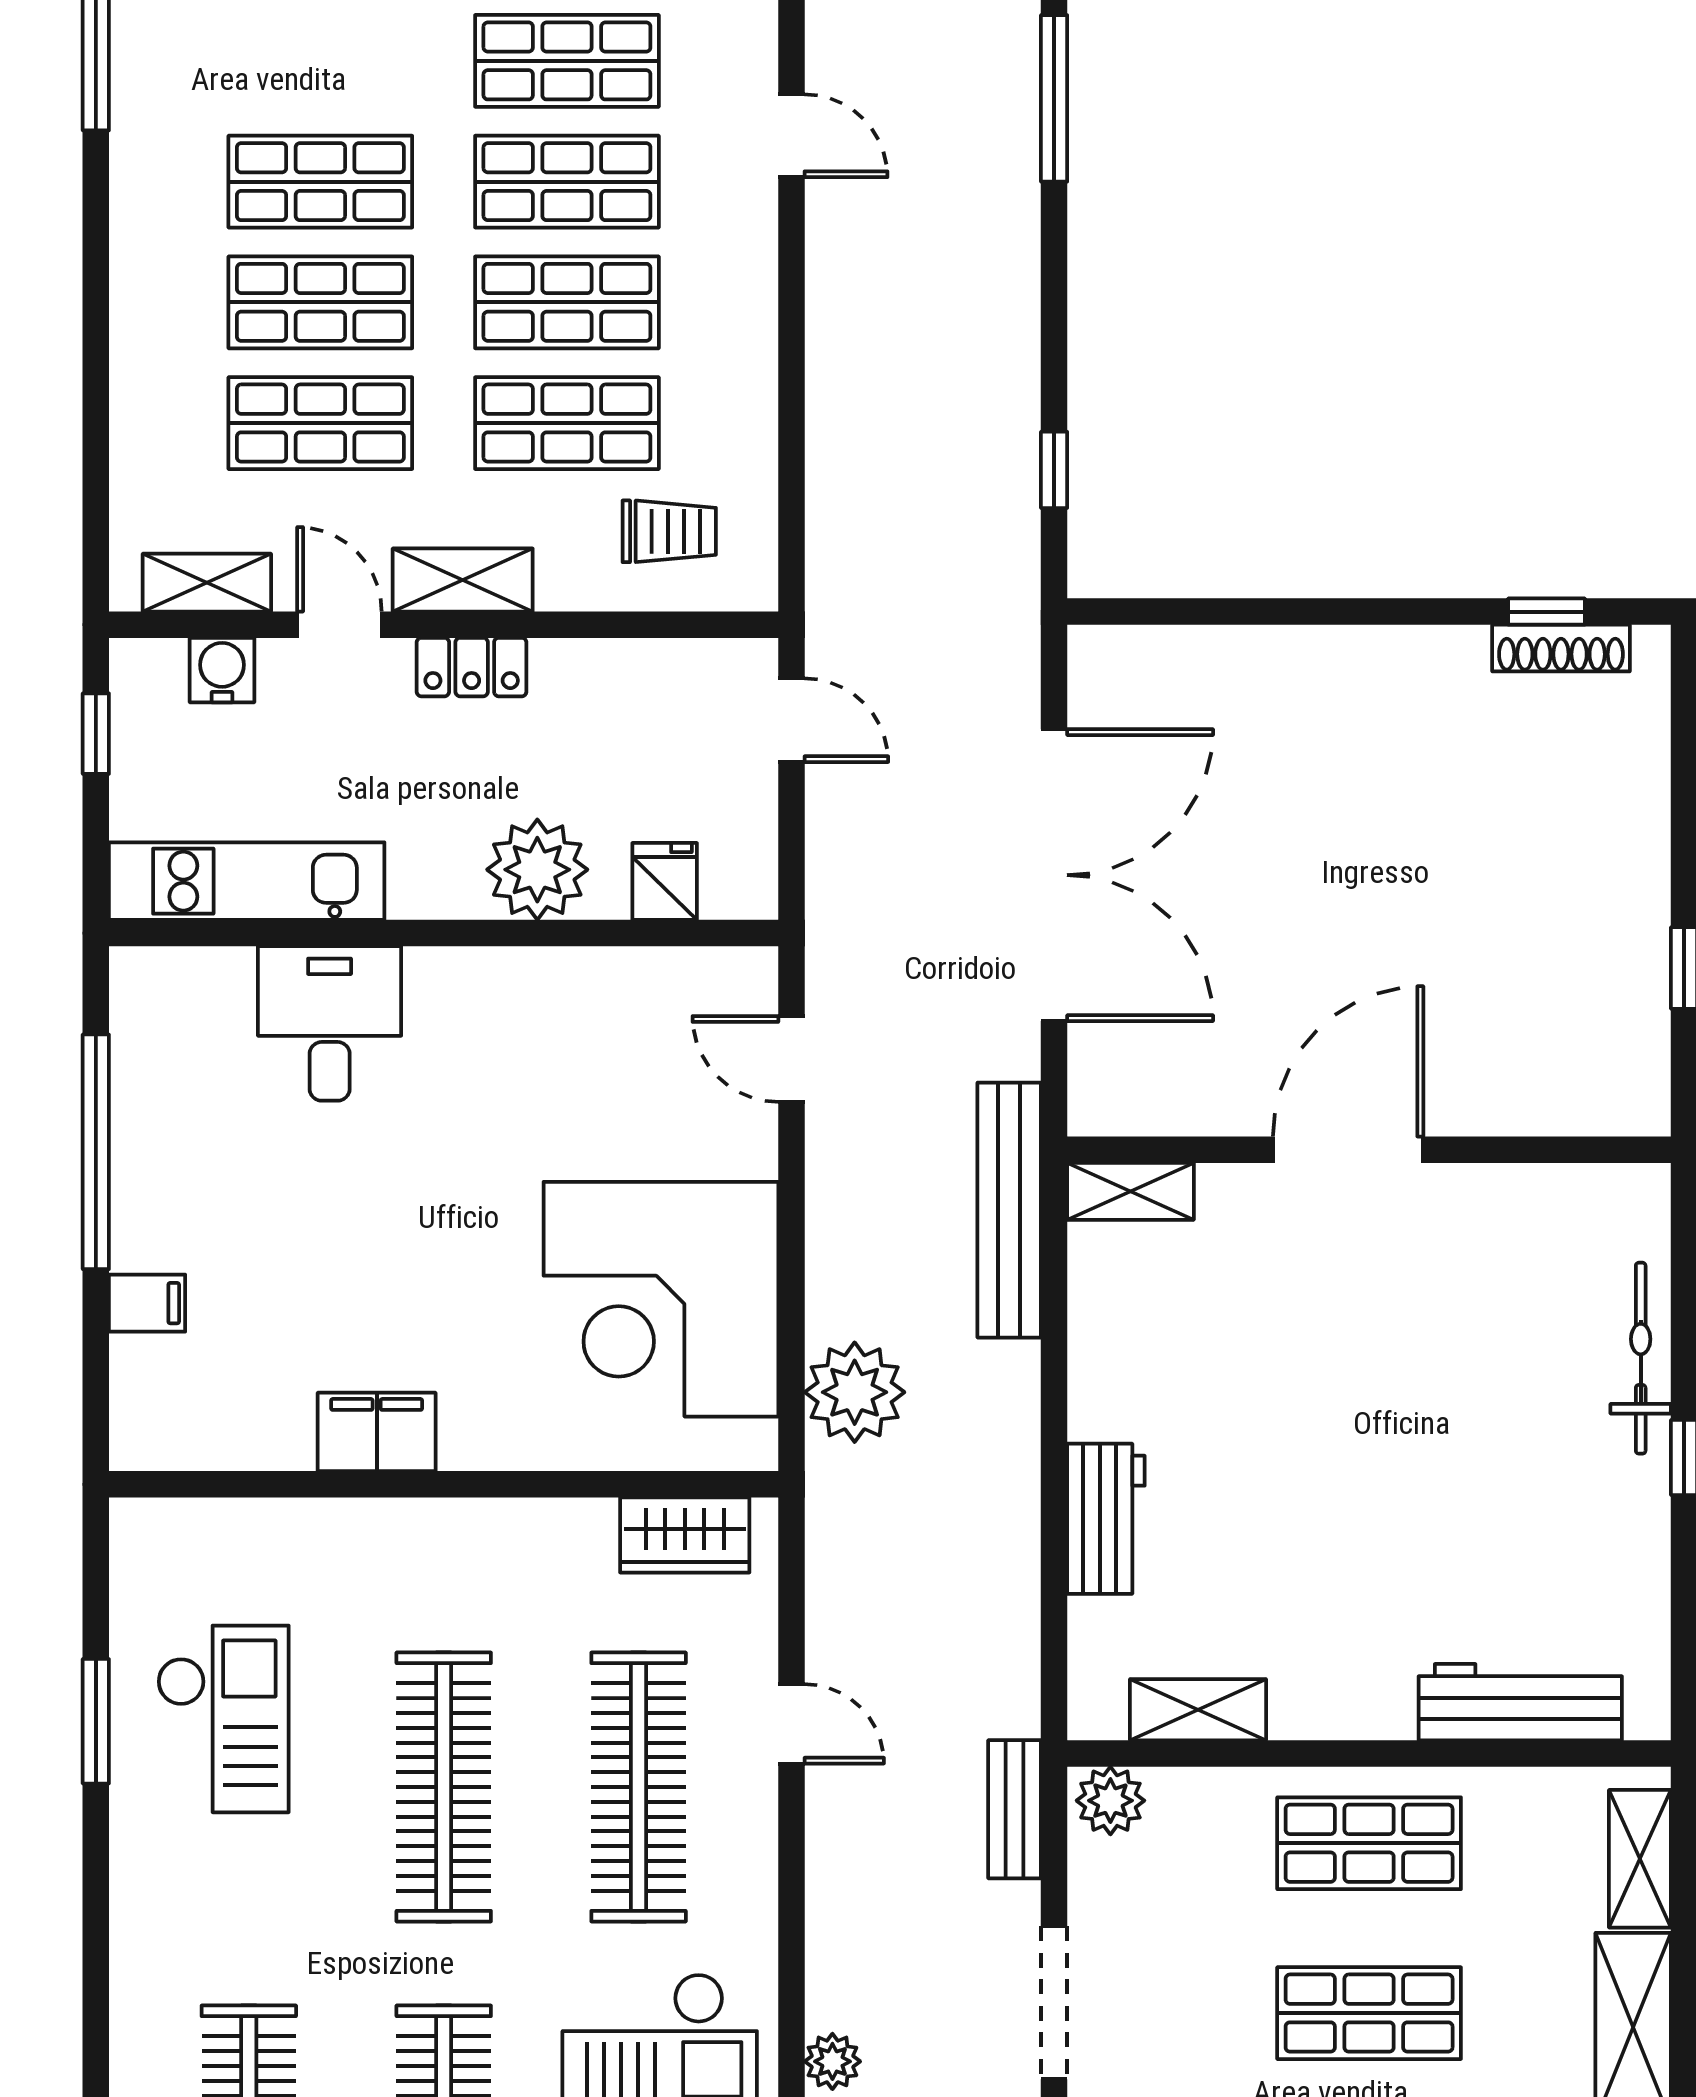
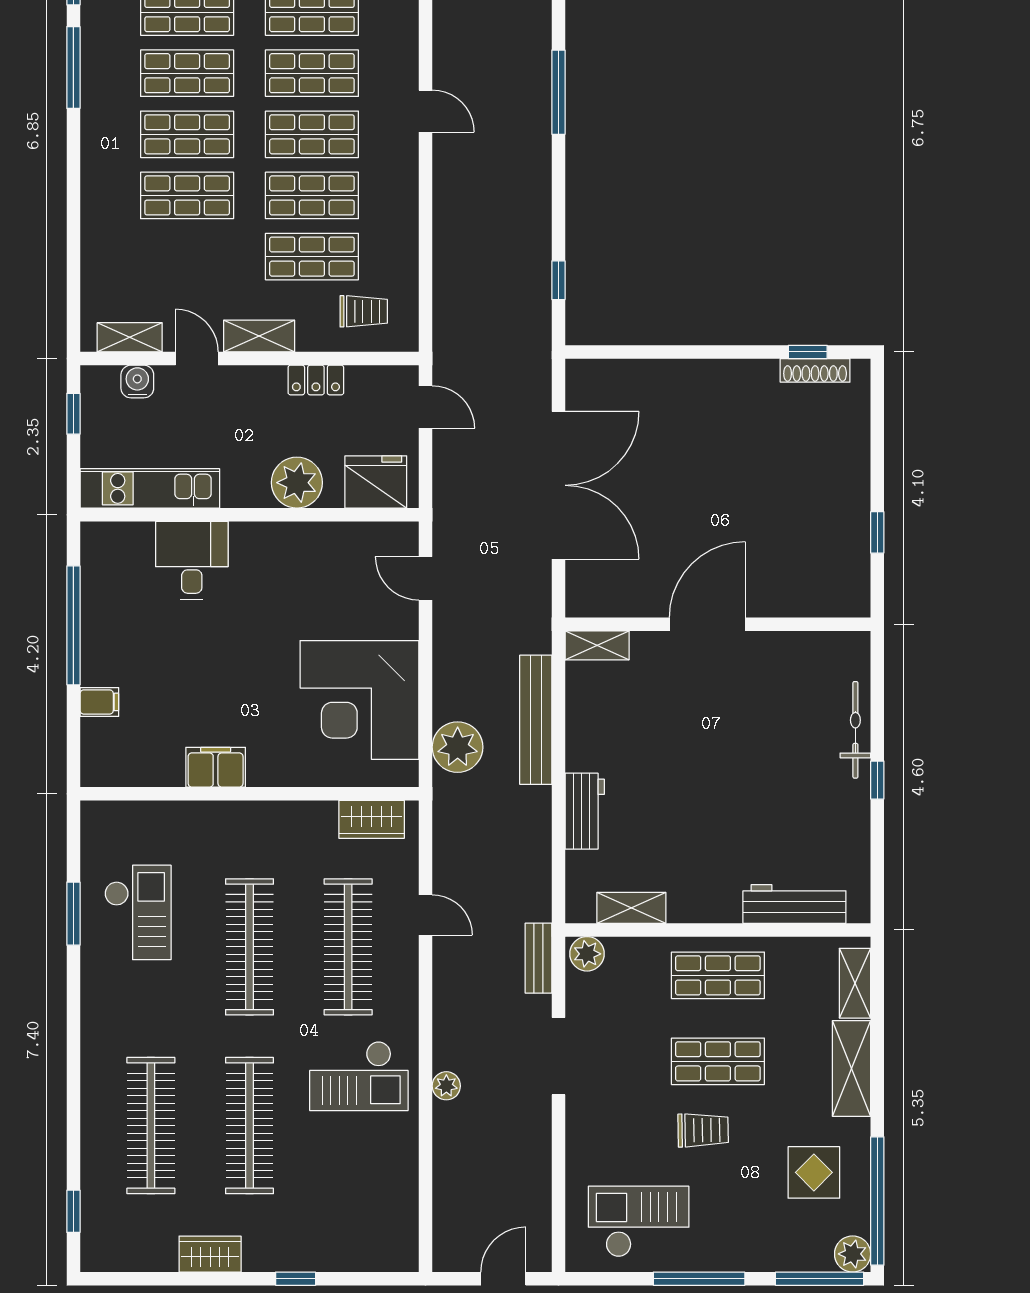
shop shelf: (320, 423) -> (187, 73), moved
locker: (472, 667) -> (316, 380), moved
fridge: (665, 881) -> (376, 482), width x1.88, depth x1.34
bench: (1009, 1210) -> (536, 720), moved

